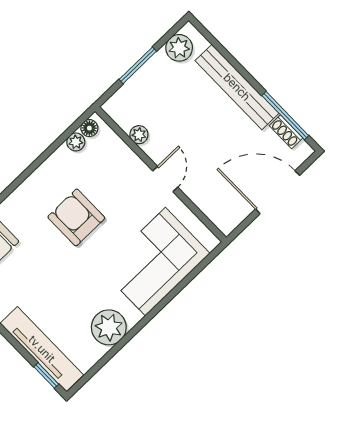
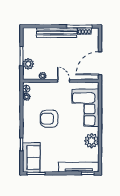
plant: (179, 48) -> (28, 64), moved
door: (278, 192) -> (100, 63), moved

